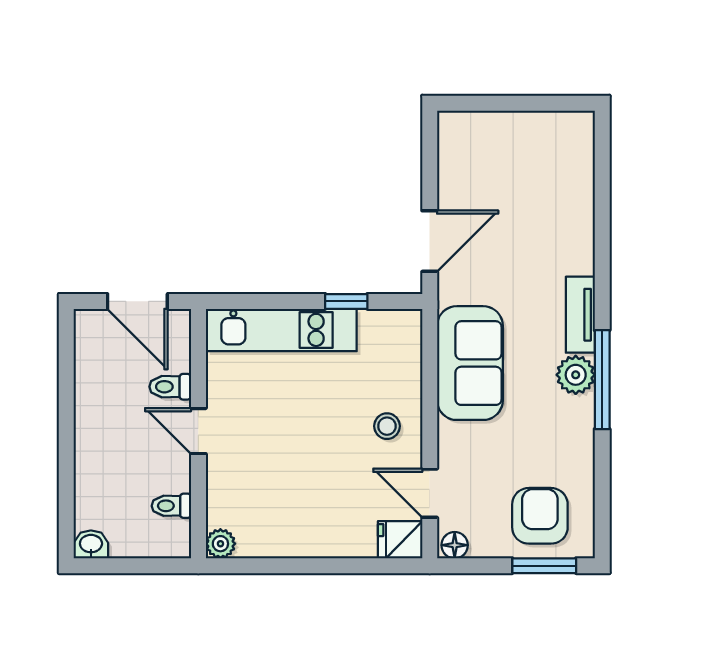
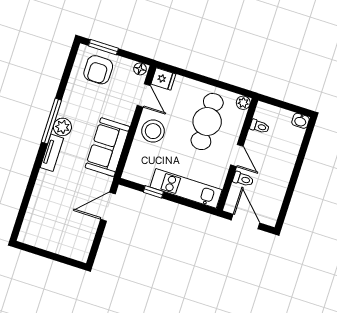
stool: (387, 426) -> (153, 131), width x1.89, depth x1.89
cafe table: (282, 481) -> (207, 122), added

